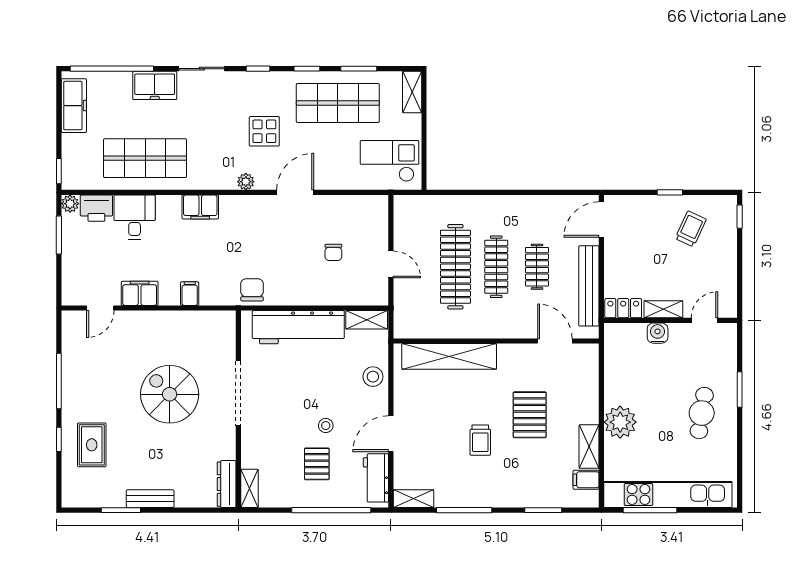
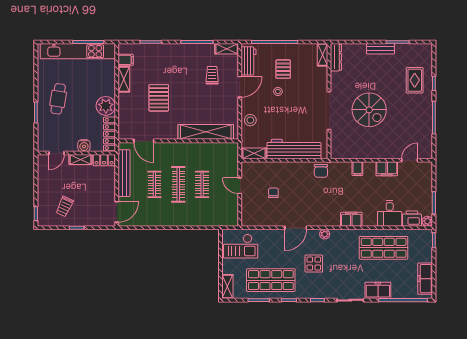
clothes rail: (455, 267) -> (202, 184), width x0.54, depth x0.76
locker: (614, 353) -> (109, 134), added
plant: (620, 422) -> (106, 106), moved
trolley: (480, 440) -> (212, 75), moved

